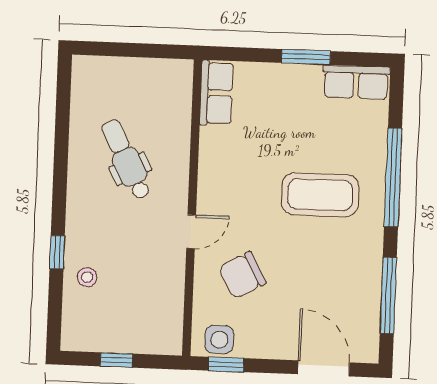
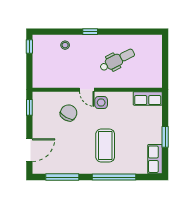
window: (57, 252) -> (90, 32), moved
chair: (242, 275) -> (69, 113), turned 58
side table: (219, 339) -> (101, 102), moved
window: (116, 360) -> (29, 46), moved

